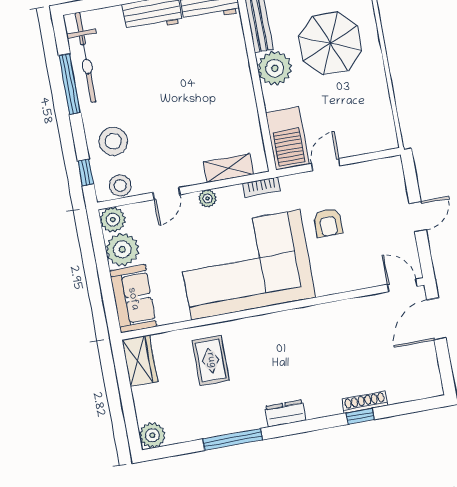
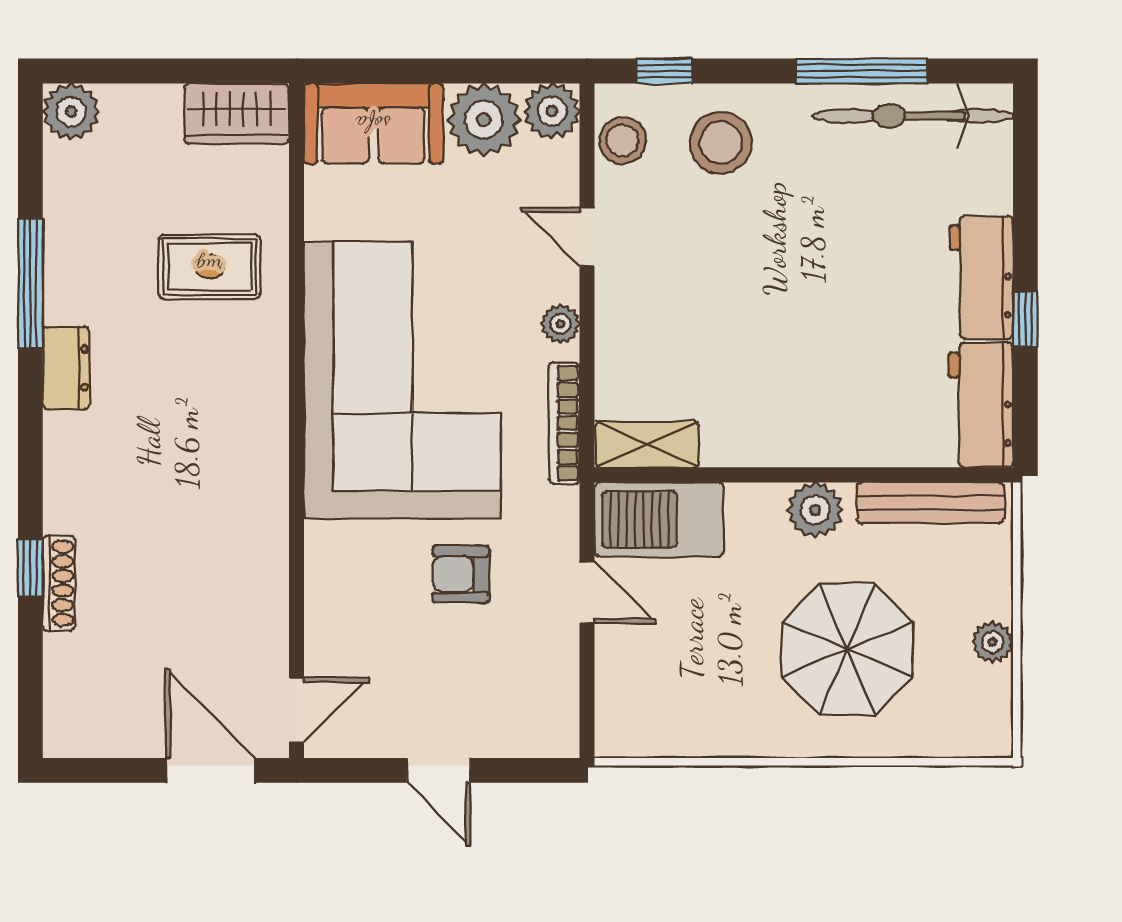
plant: (275, 68) -> (815, 510), width x0.73, depth x0.73
shelving: (228, 168) -> (647, 444), moved, turned 90
bookcase: (262, 187) -> (564, 423), width x1.56
dresser: (285, 413) -> (66, 368), moved

